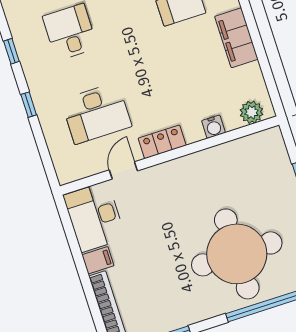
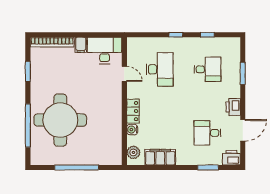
filing cabinet: (236, 38) -> (160, 157), moved
desk: (96, 113) -> (160, 69), turned 180
locker: (162, 142) -> (133, 111), moved

